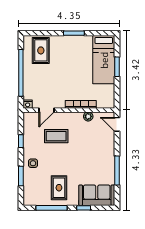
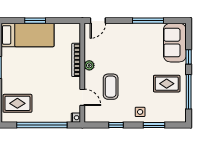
plant: (88, 116) -> (89, 65), moved

